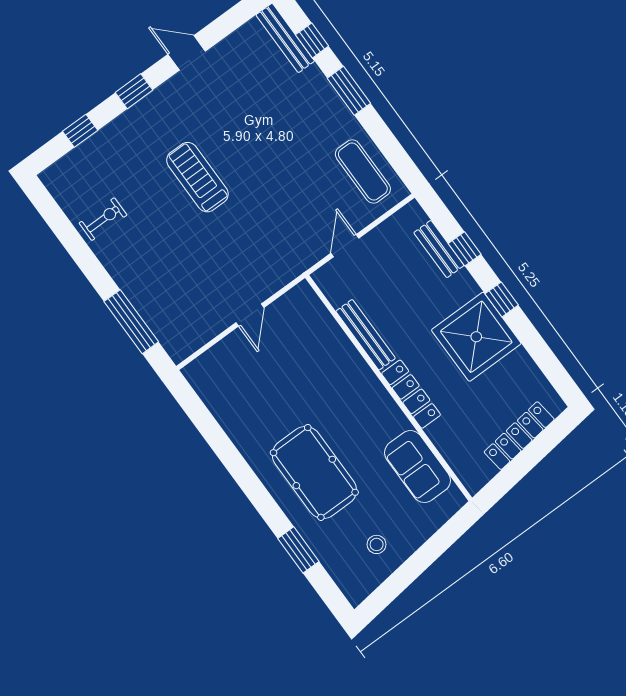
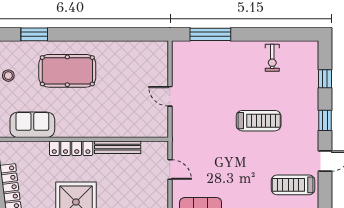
treadmill: (248, 71) -> (293, 185), added

